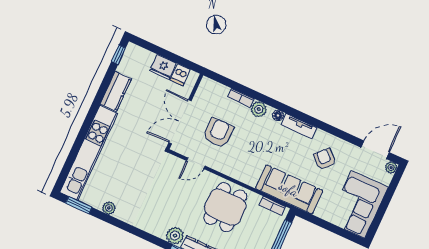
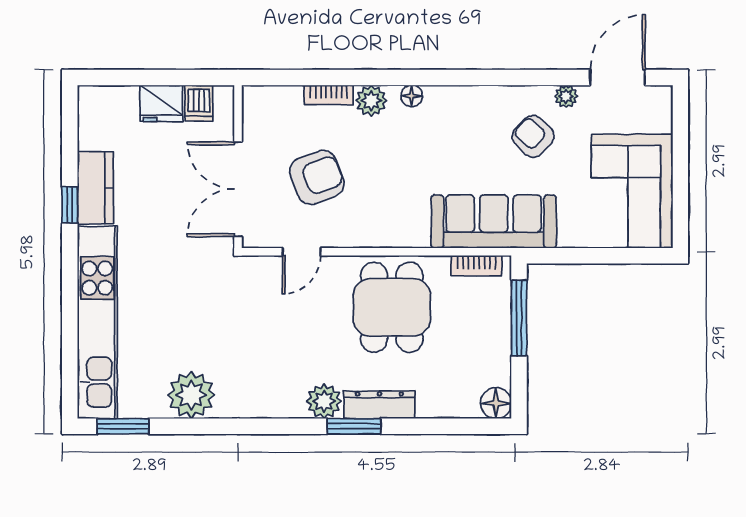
window: (118, 55) -> (70, 205), moved
tv unit: (299, 126) -> (459, 98), removed
armchair: (218, 133) -> (317, 177), turned 69
plant: (391, 168) -> (566, 96), moved
plant: (109, 208) -> (191, 395), width x1.88, depth x1.88

